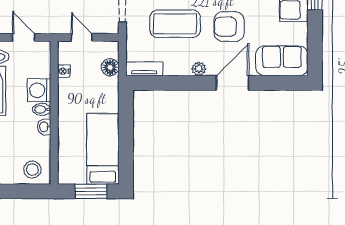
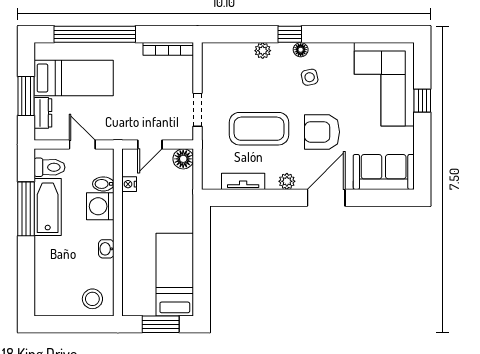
door: (82, 37) -> (150, 145), swing flipped
floor lamp: (110, 67) -> (183, 159), moved
tv unit: (144, 69) -> (243, 181), moved
bidet: (42, 109) -> (103, 184), moved

